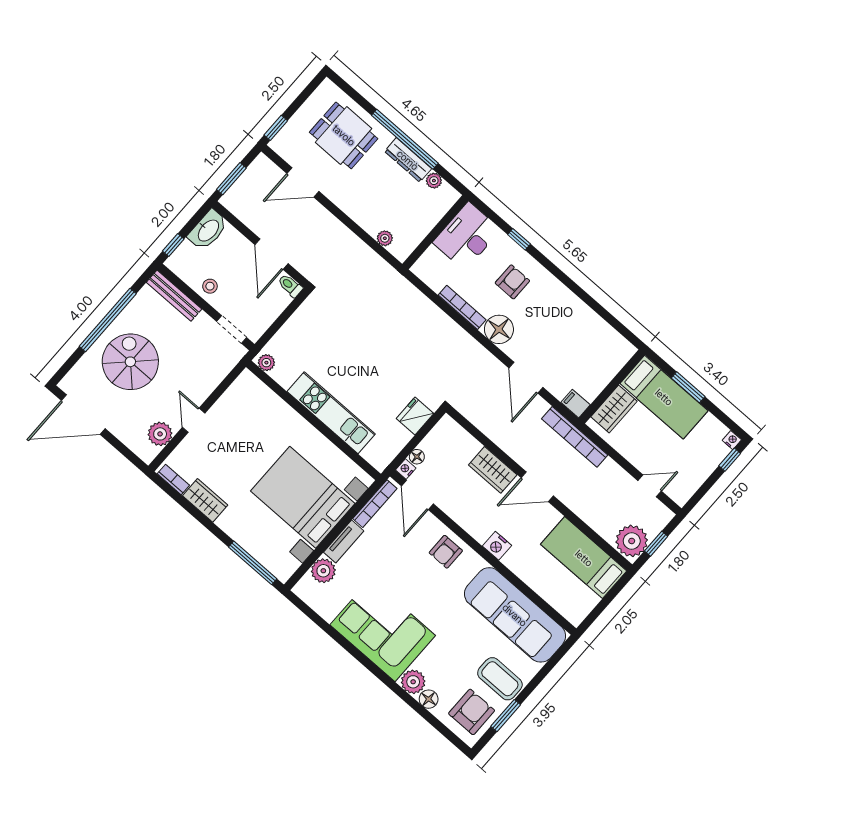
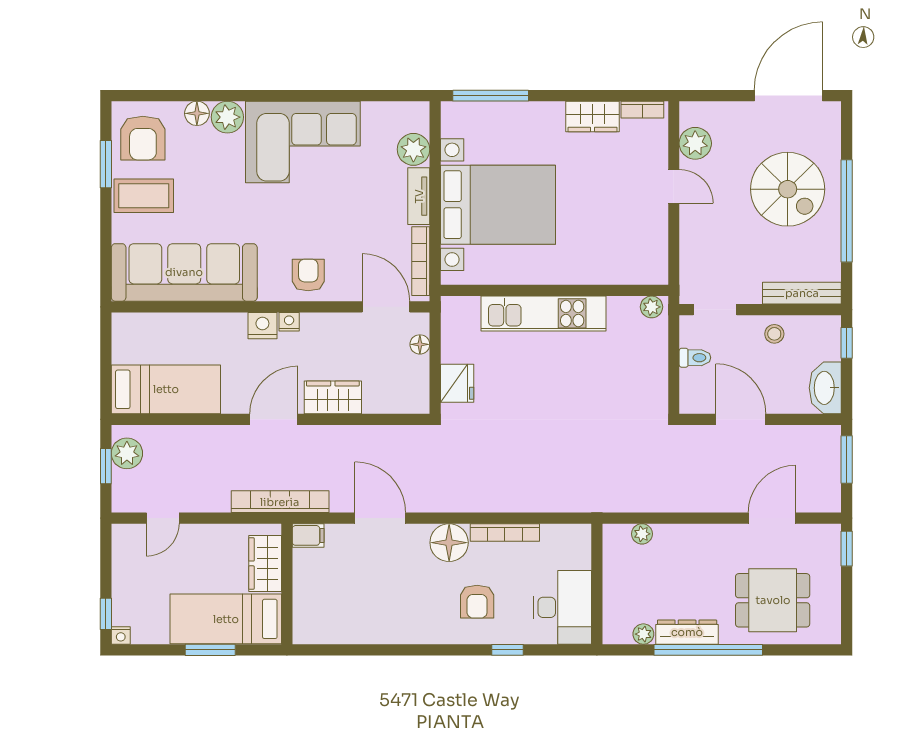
toilet: (290, 286) -> (695, 358), moved
nightstand: (406, 469) -> (289, 322), moved, turned -90
plant: (632, 541) -> (127, 453), width x0.73, depth x0.73

